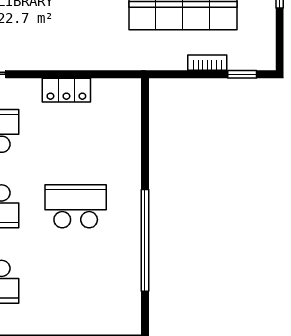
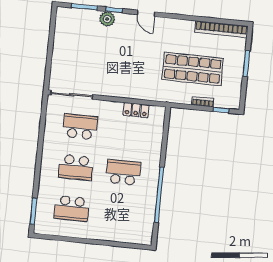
locker: (66, 90) -> (136, 110), moved

